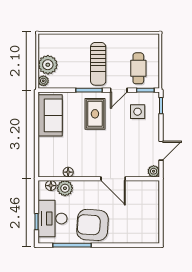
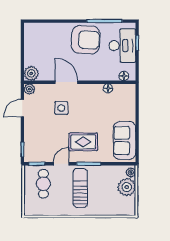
side table: (138, 112) -> (61, 108), moved
rug: (95, 114) -> (83, 142), turned 90
plant: (65, 188) -> (31, 73), moved

